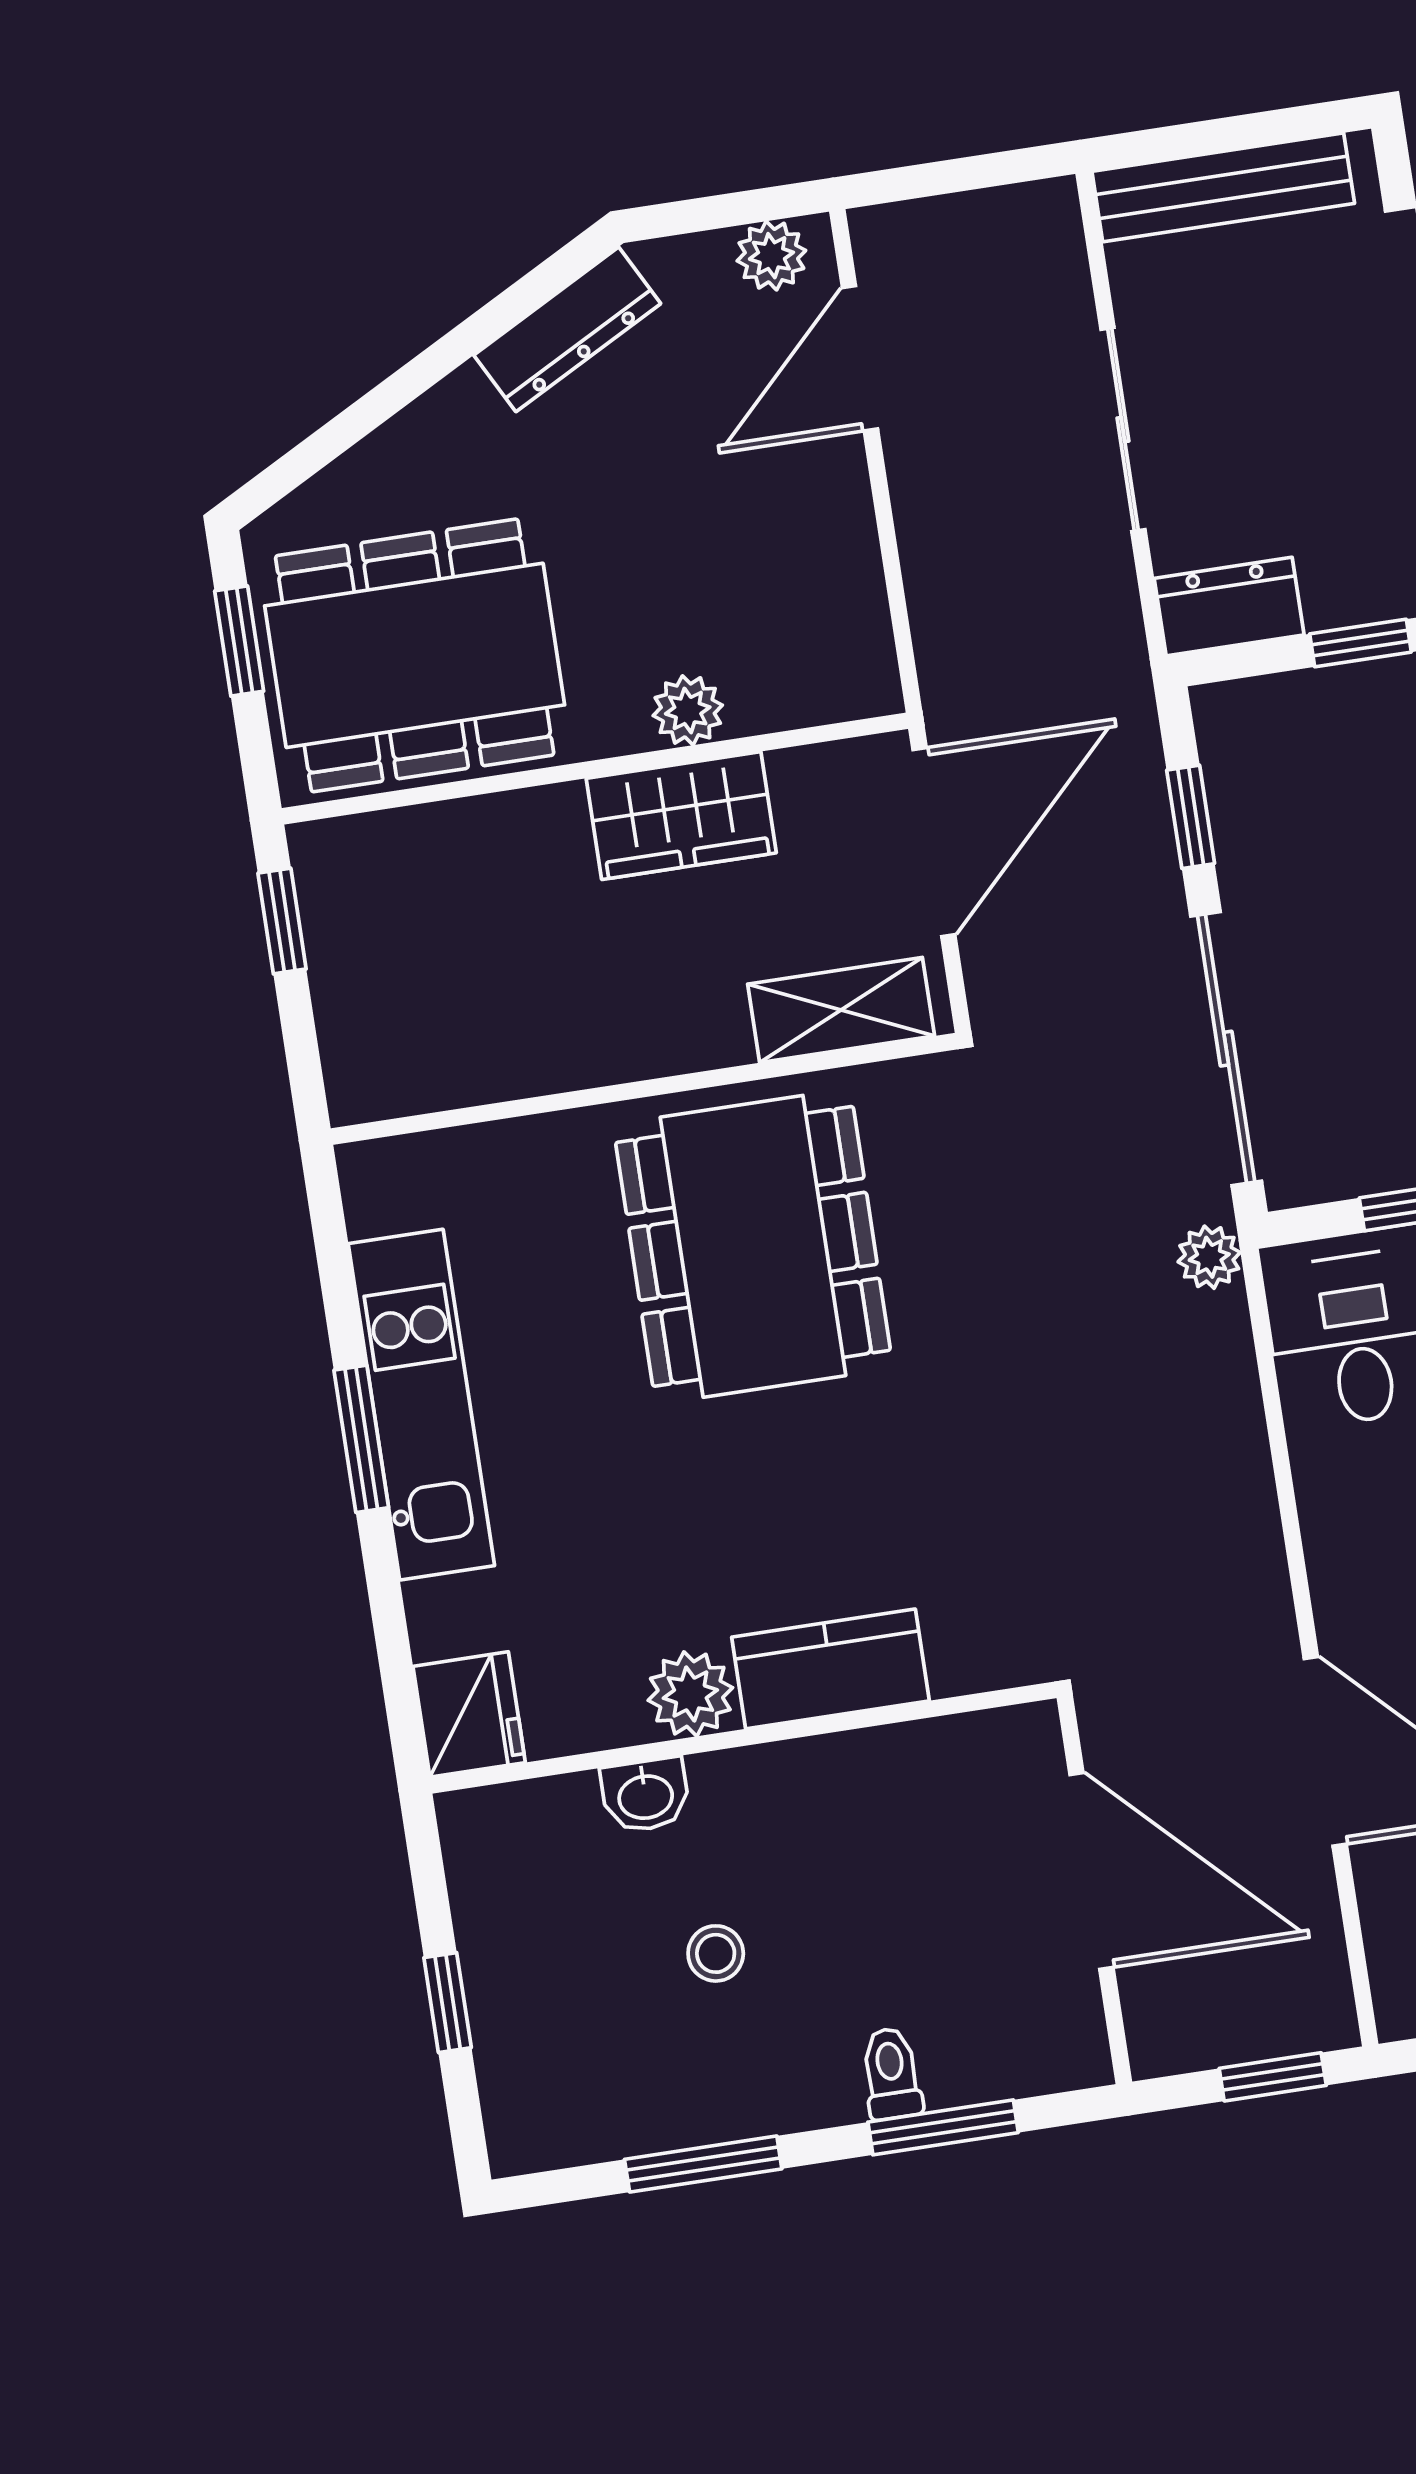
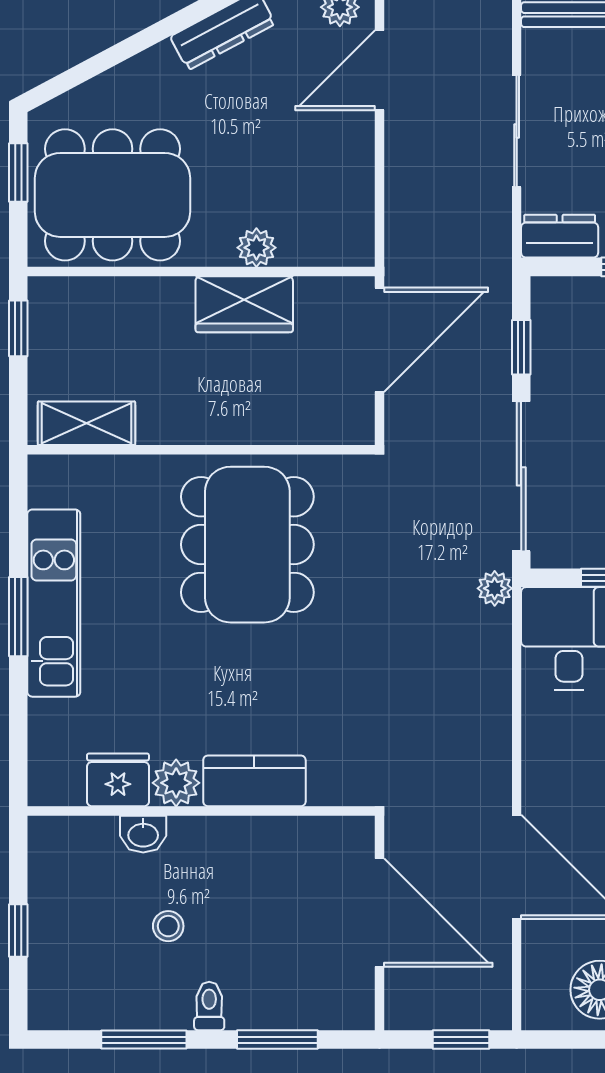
shelving: (841, 1010) -> (86, 423), moved
fridge: (469, 1714) -> (118, 780), moved, turned -90
toilet: (891, 2074) -> (209, 1006), moved

